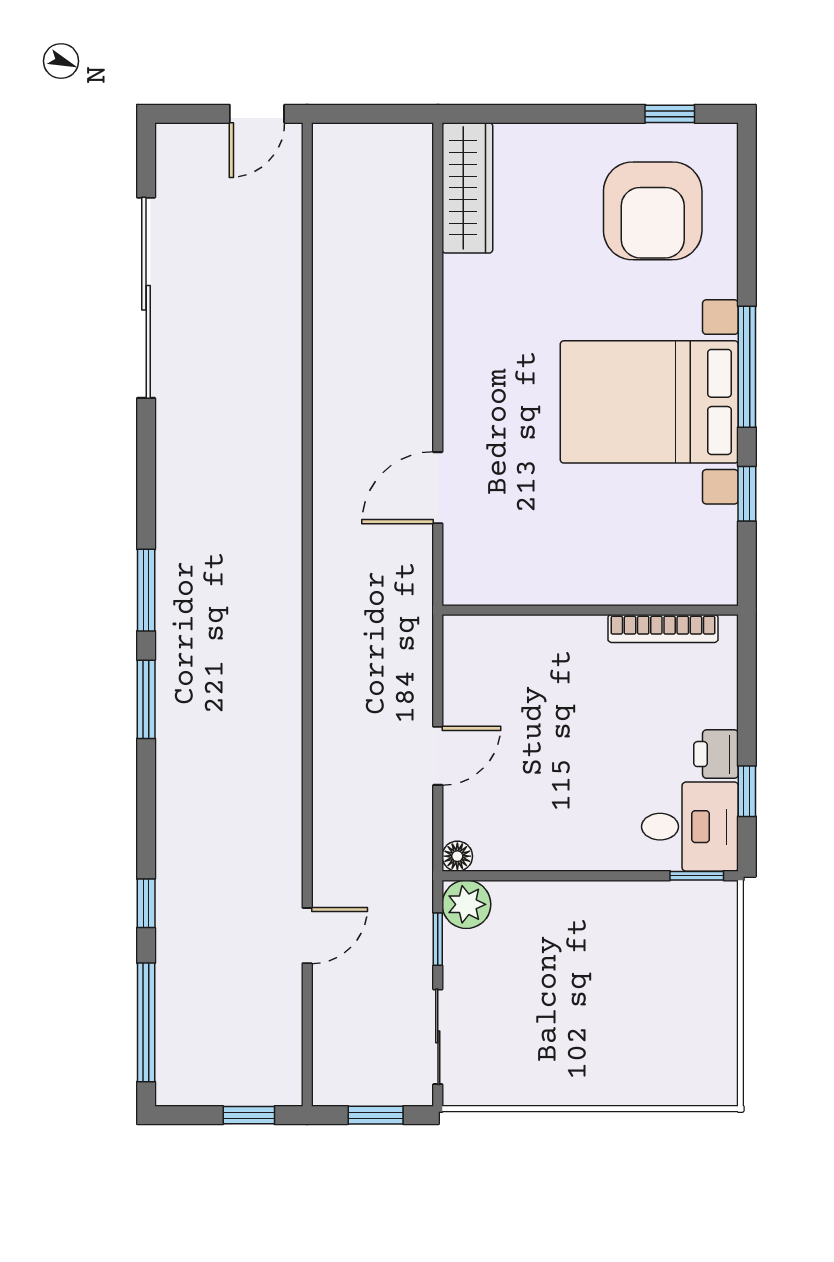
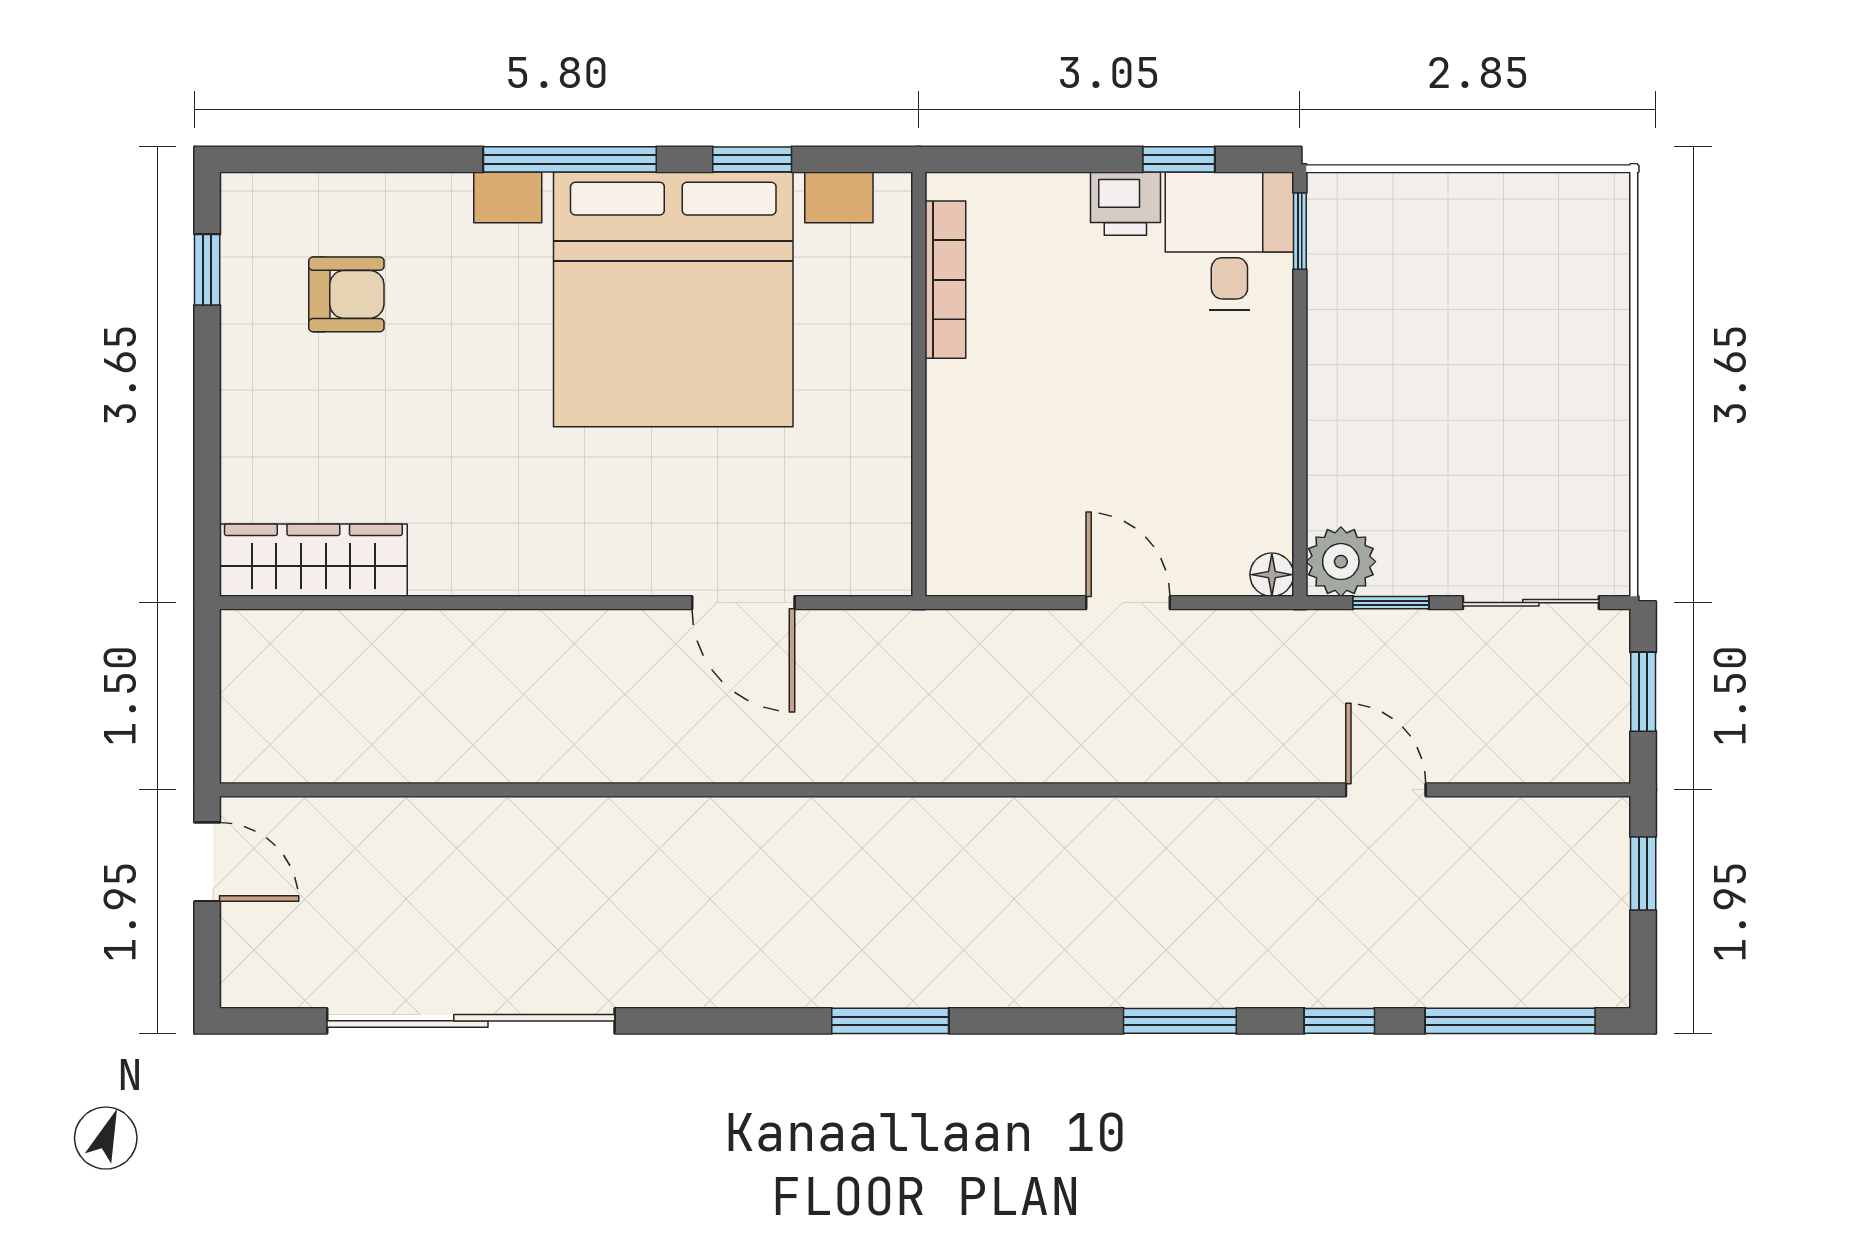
armchair: (653, 211) -> (346, 294), width x0.53, depth x0.53
bed with nightstands: (649, 402) -> (673, 299), width x1.36
window: (146, 699) -> (1180, 1021), moved

